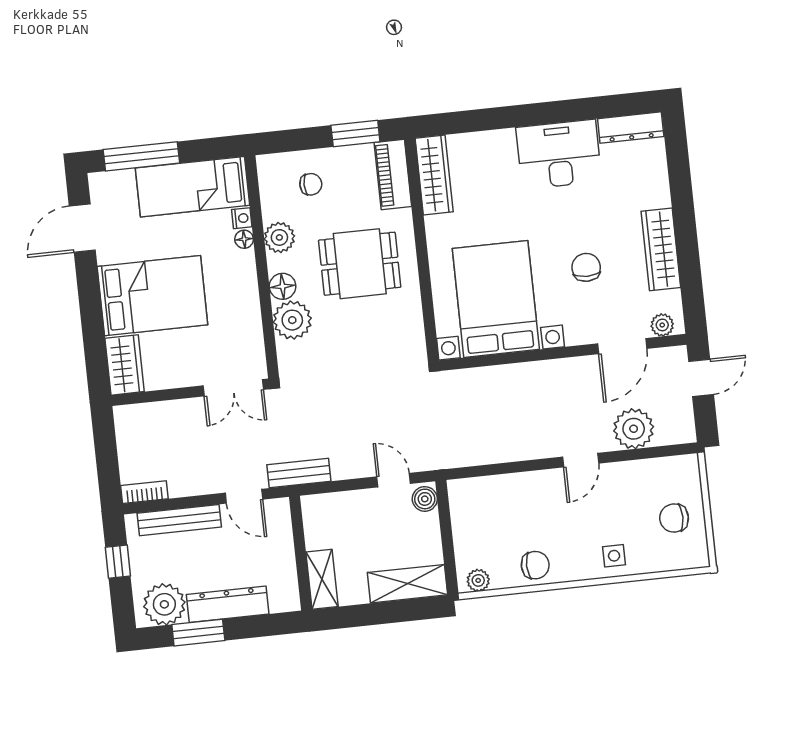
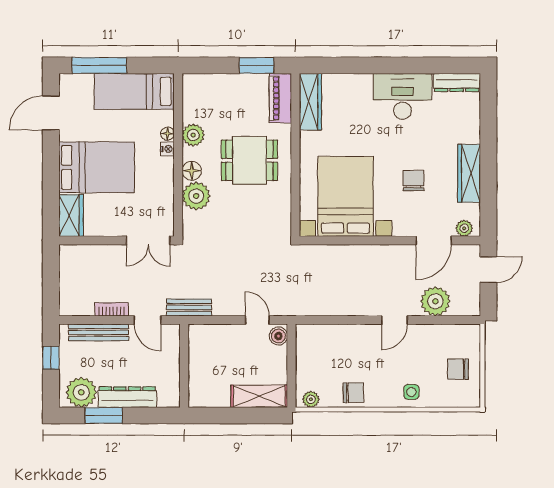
chair: (311, 184) -> (220, 99), removed
nightstand: (242, 218) -> (167, 149), moved
bookcase: (144, 492) -> (112, 309), moved
shelving: (322, 579) -> (198, 386), removed

